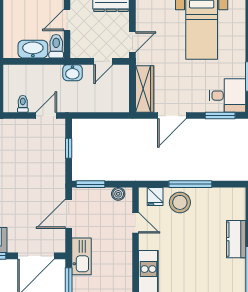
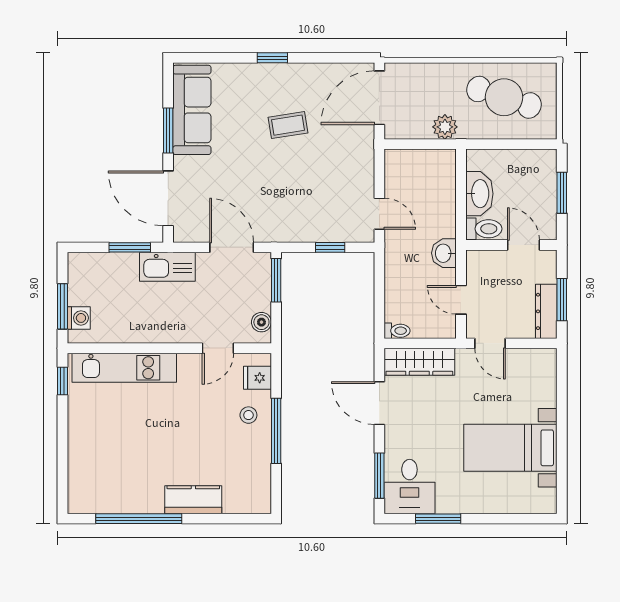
toilet: (23, 104) -> (397, 331), moved
stool: (180, 202) -> (248, 415), width x0.53, depth x0.53

